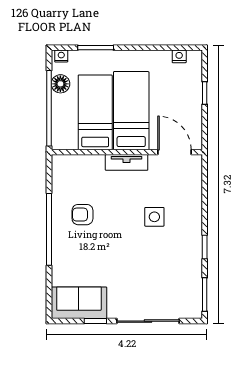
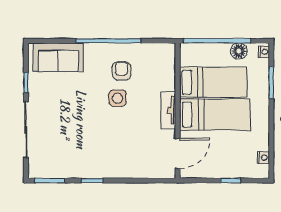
side table: (154, 217) -> (118, 98), moved
sofa: (79, 303) -> (58, 57), moved, turned 90

